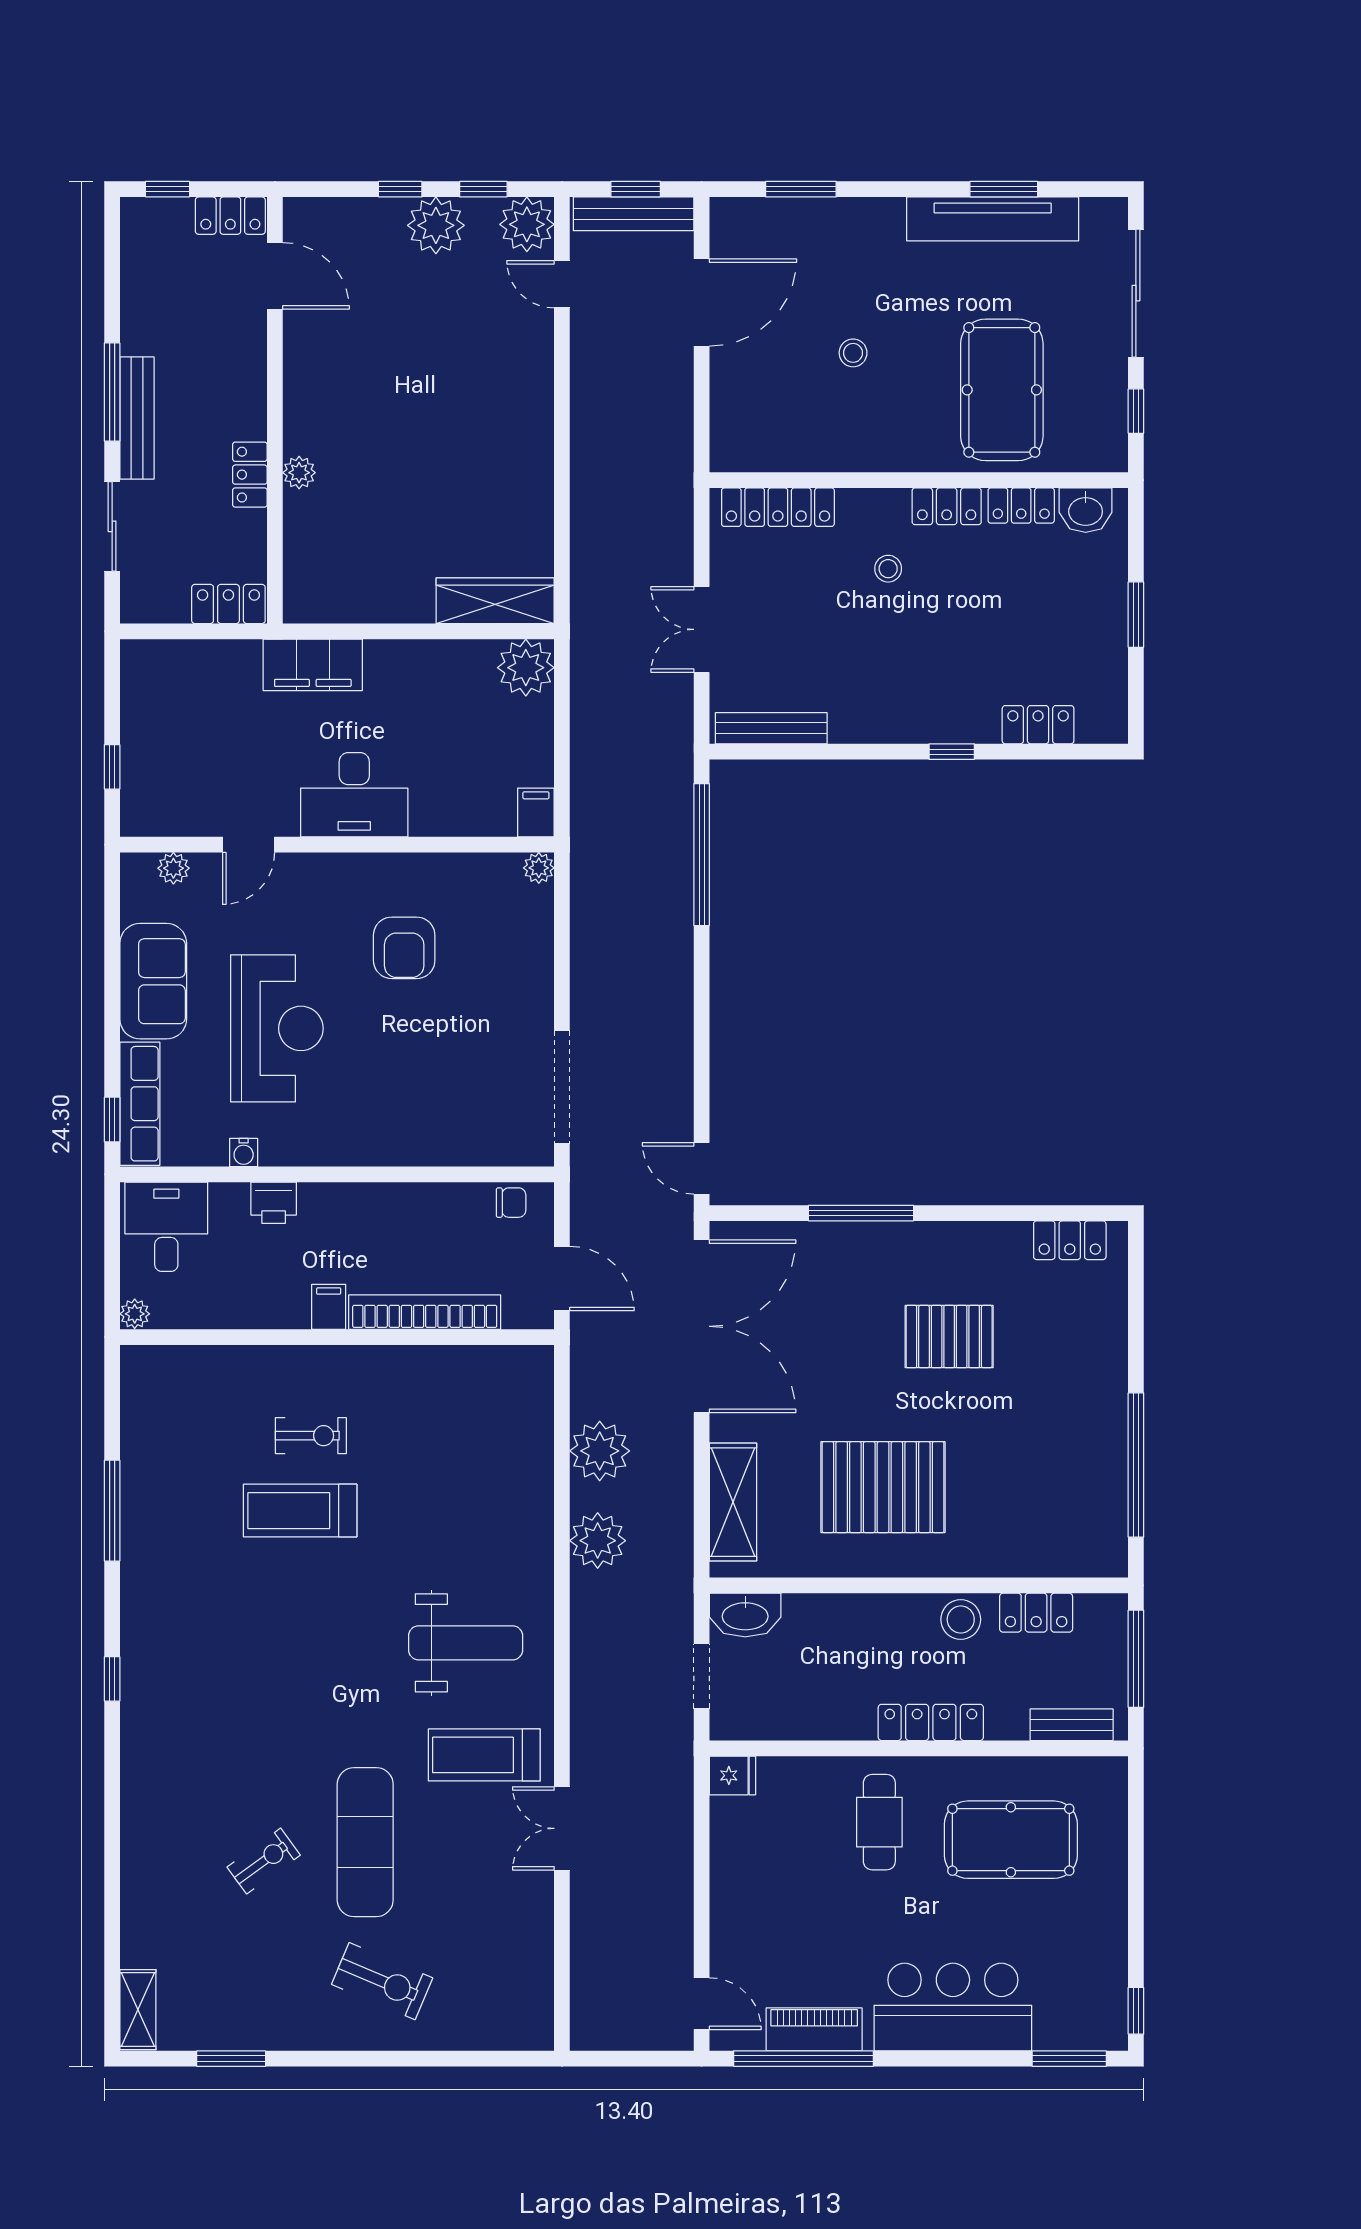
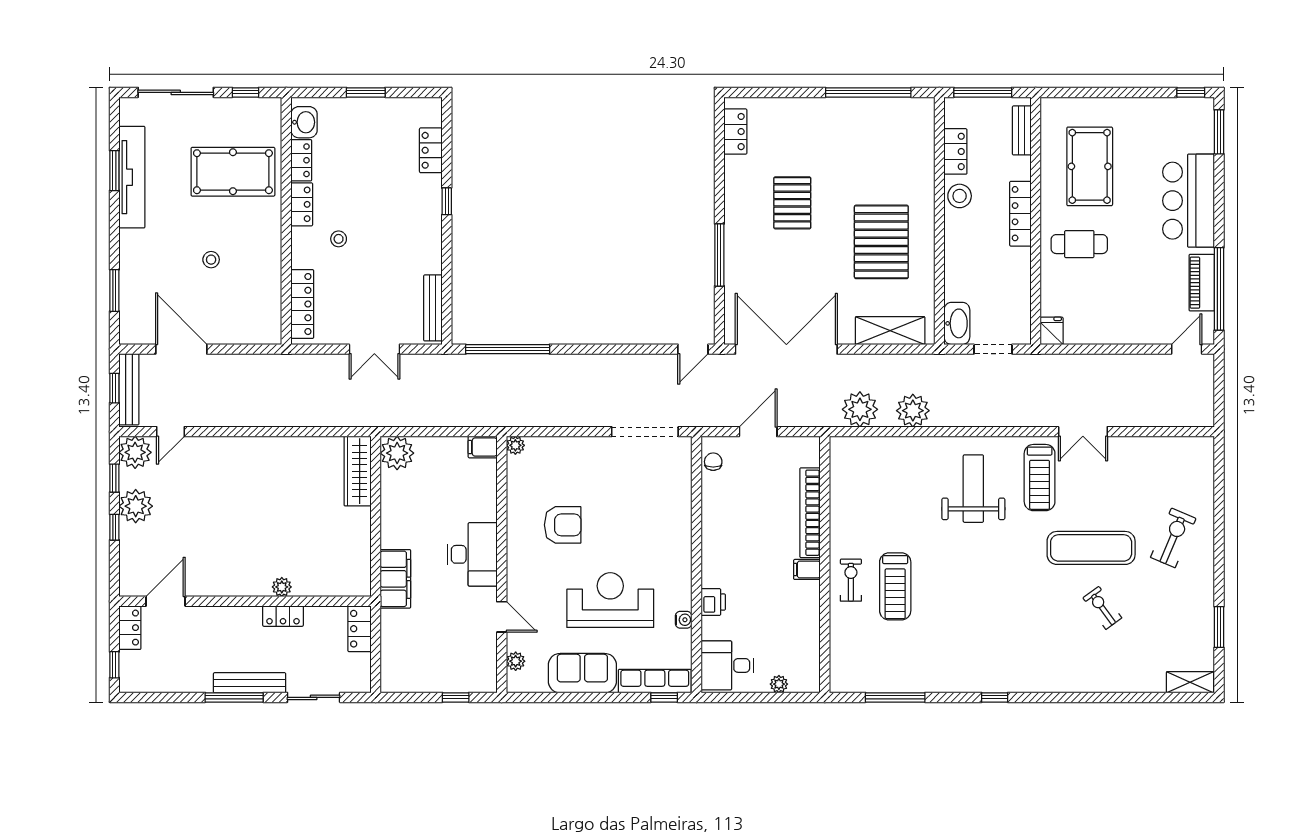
filing cabinet: (329, 1307) -> (807, 569), moved
bookcase: (425, 1312) -> (810, 513), moved
wall: (337, 1337) -> (825, 565), moved

